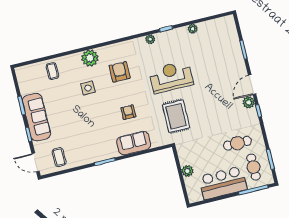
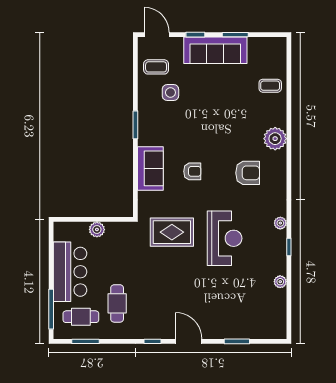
side table: (88, 88) -> (170, 92), moved
plant: (249, 102) -> (167, 331), removed
door: (36, 162) -> (157, 35), hinge flipped

